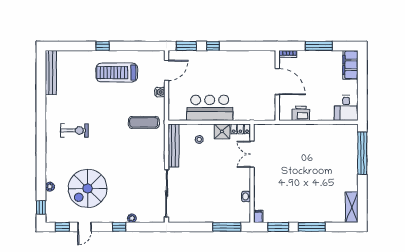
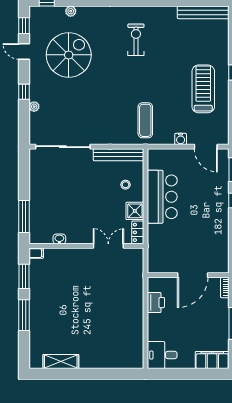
exercise bike: (74, 130) -> (136, 40), turned 180
window: (362, 153) -> (110, 374), removed
spiral stairs: (88, 188) -> (69, 55), turned 90
shelving: (352, 207) -> (61, 362), moved

